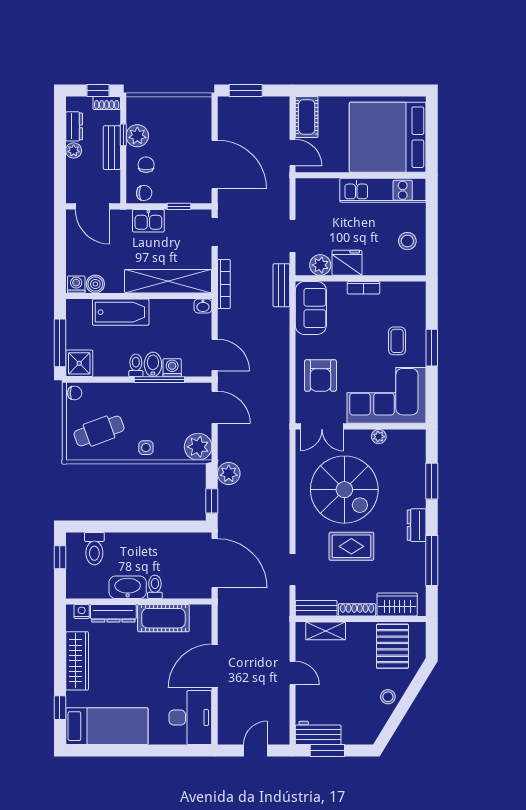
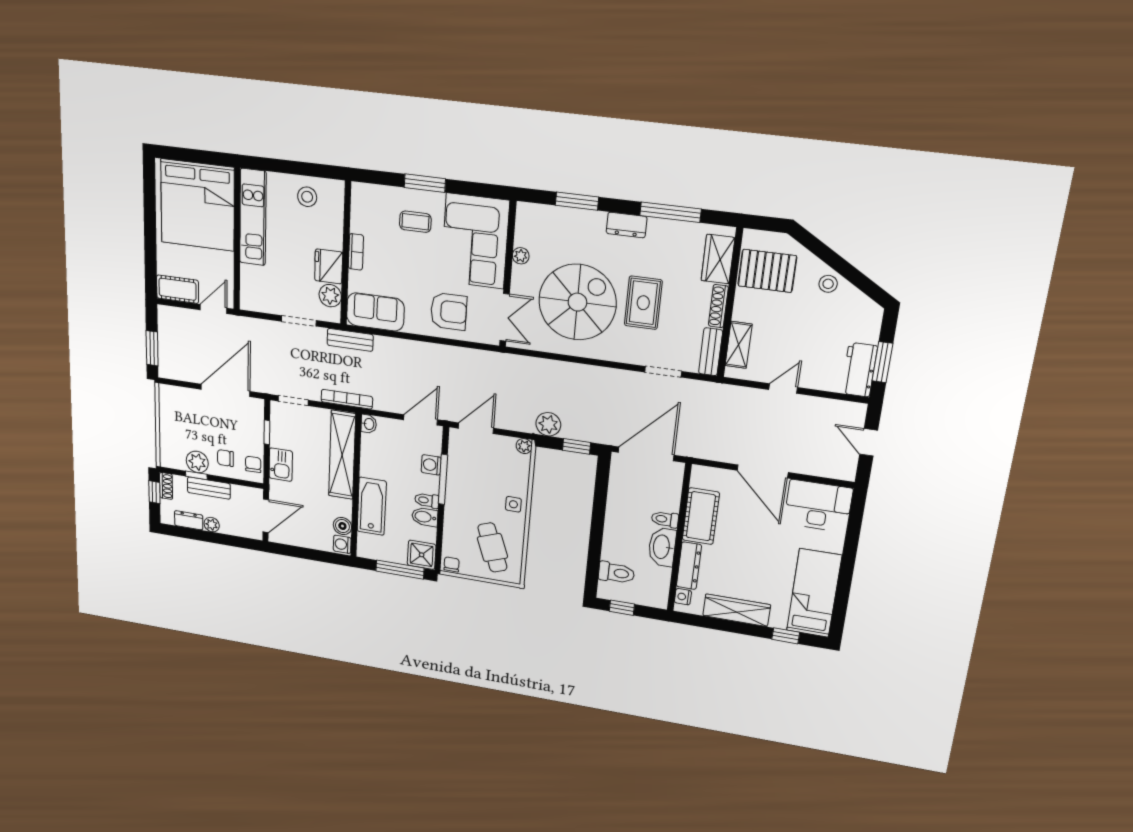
bidet: (153, 364) -> (425, 517), moved
plant: (198, 447) -> (524, 446), width x0.53, depth x0.53

